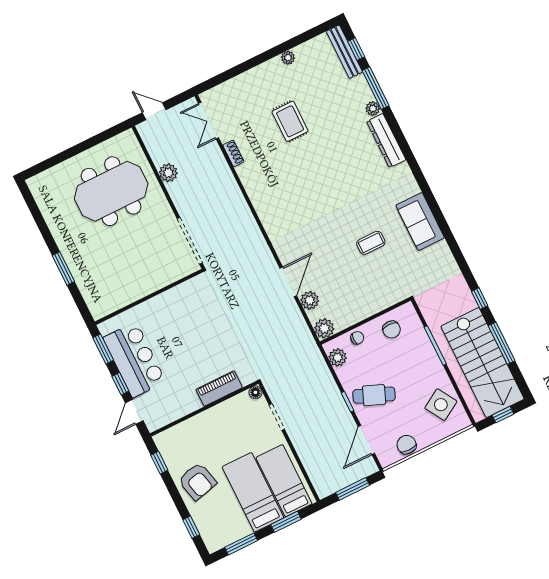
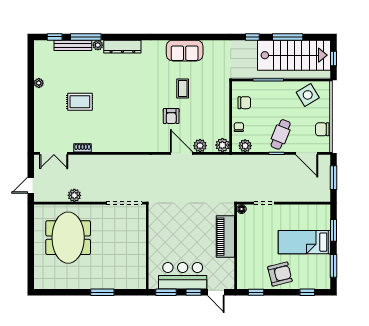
bench: (344, 52) -> (73, 45), moved
armchair: (329, 245) -> (171, 116), added
piano: (219, 389) -> (225, 237), width x1.37, depth x1.33
bed: (284, 481) -> (307, 219), removed

